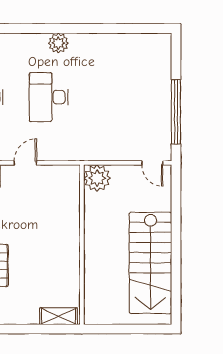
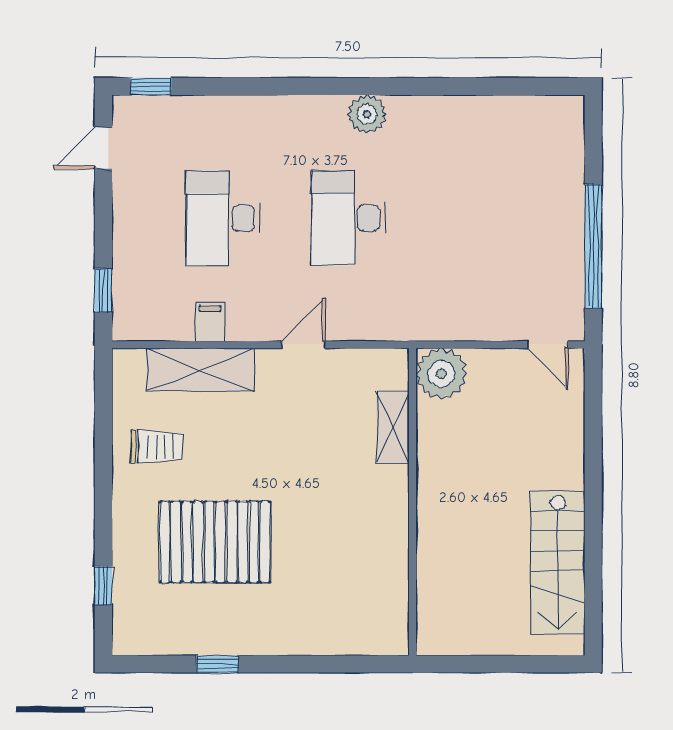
stairs: (150, 263) -> (558, 563), width x0.73, depth x0.66
shelving: (58, 316) -> (393, 427), moved, turned 90

